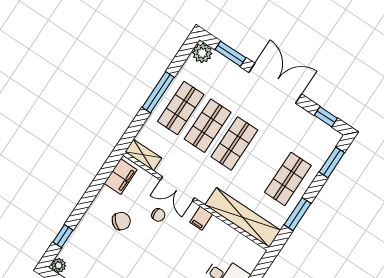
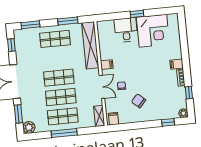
filing cabinet: (121, 177) -> (113, 119), width x0.50

